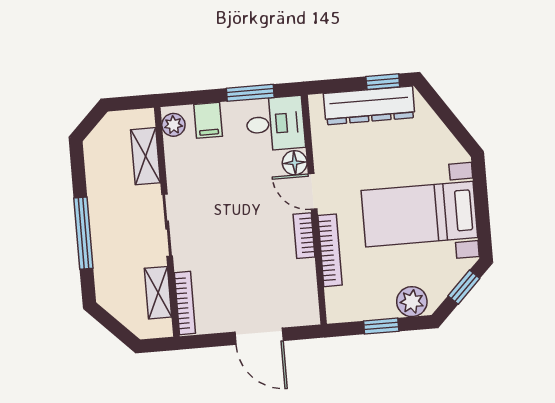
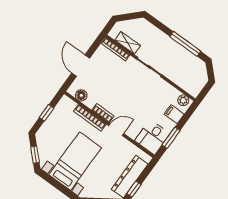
shelving: (146, 156) -> (181, 81), removed
floor lamp: (295, 163) -> (81, 95), moved
window: (83, 233) -> (185, 44), moved
plant: (412, 302) -> (46, 131), removed
door: (259, 336) -> (81, 66), hinge flipped

